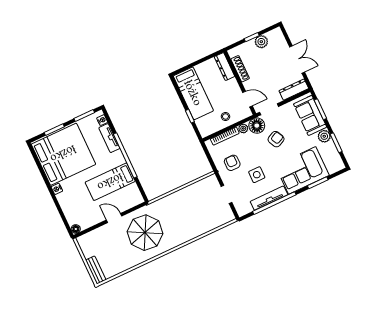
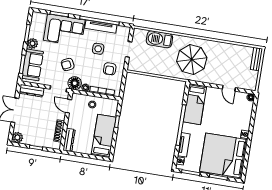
plant: (261, 42) -> (17, 138), moved
bed: (110, 182) -> (195, 104), moved, turned 90
door: (114, 218) -> (229, 88), moved
barbecue: (203, 225) -> (159, 39), added
parasol: (145, 233) -> (192, 60), moved

